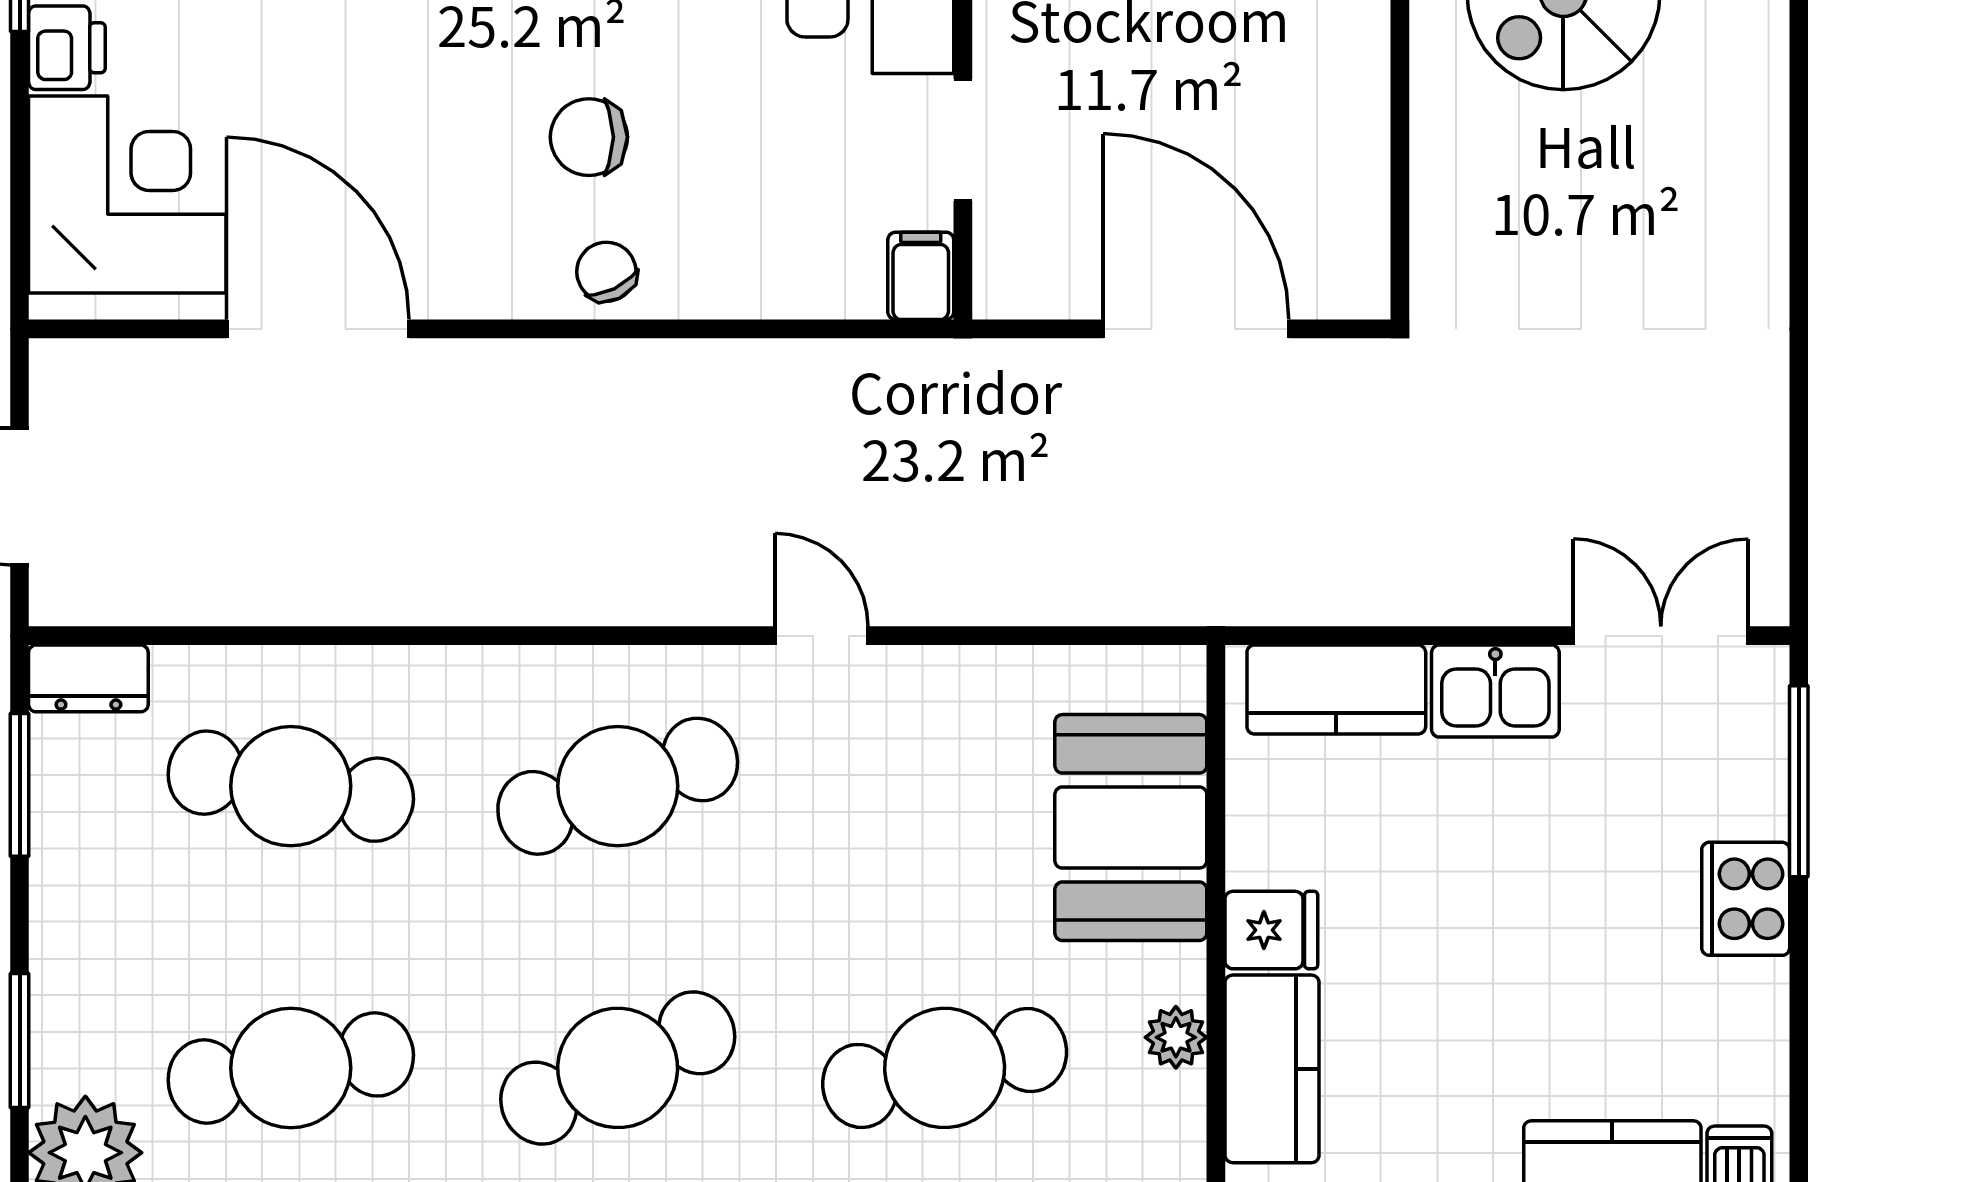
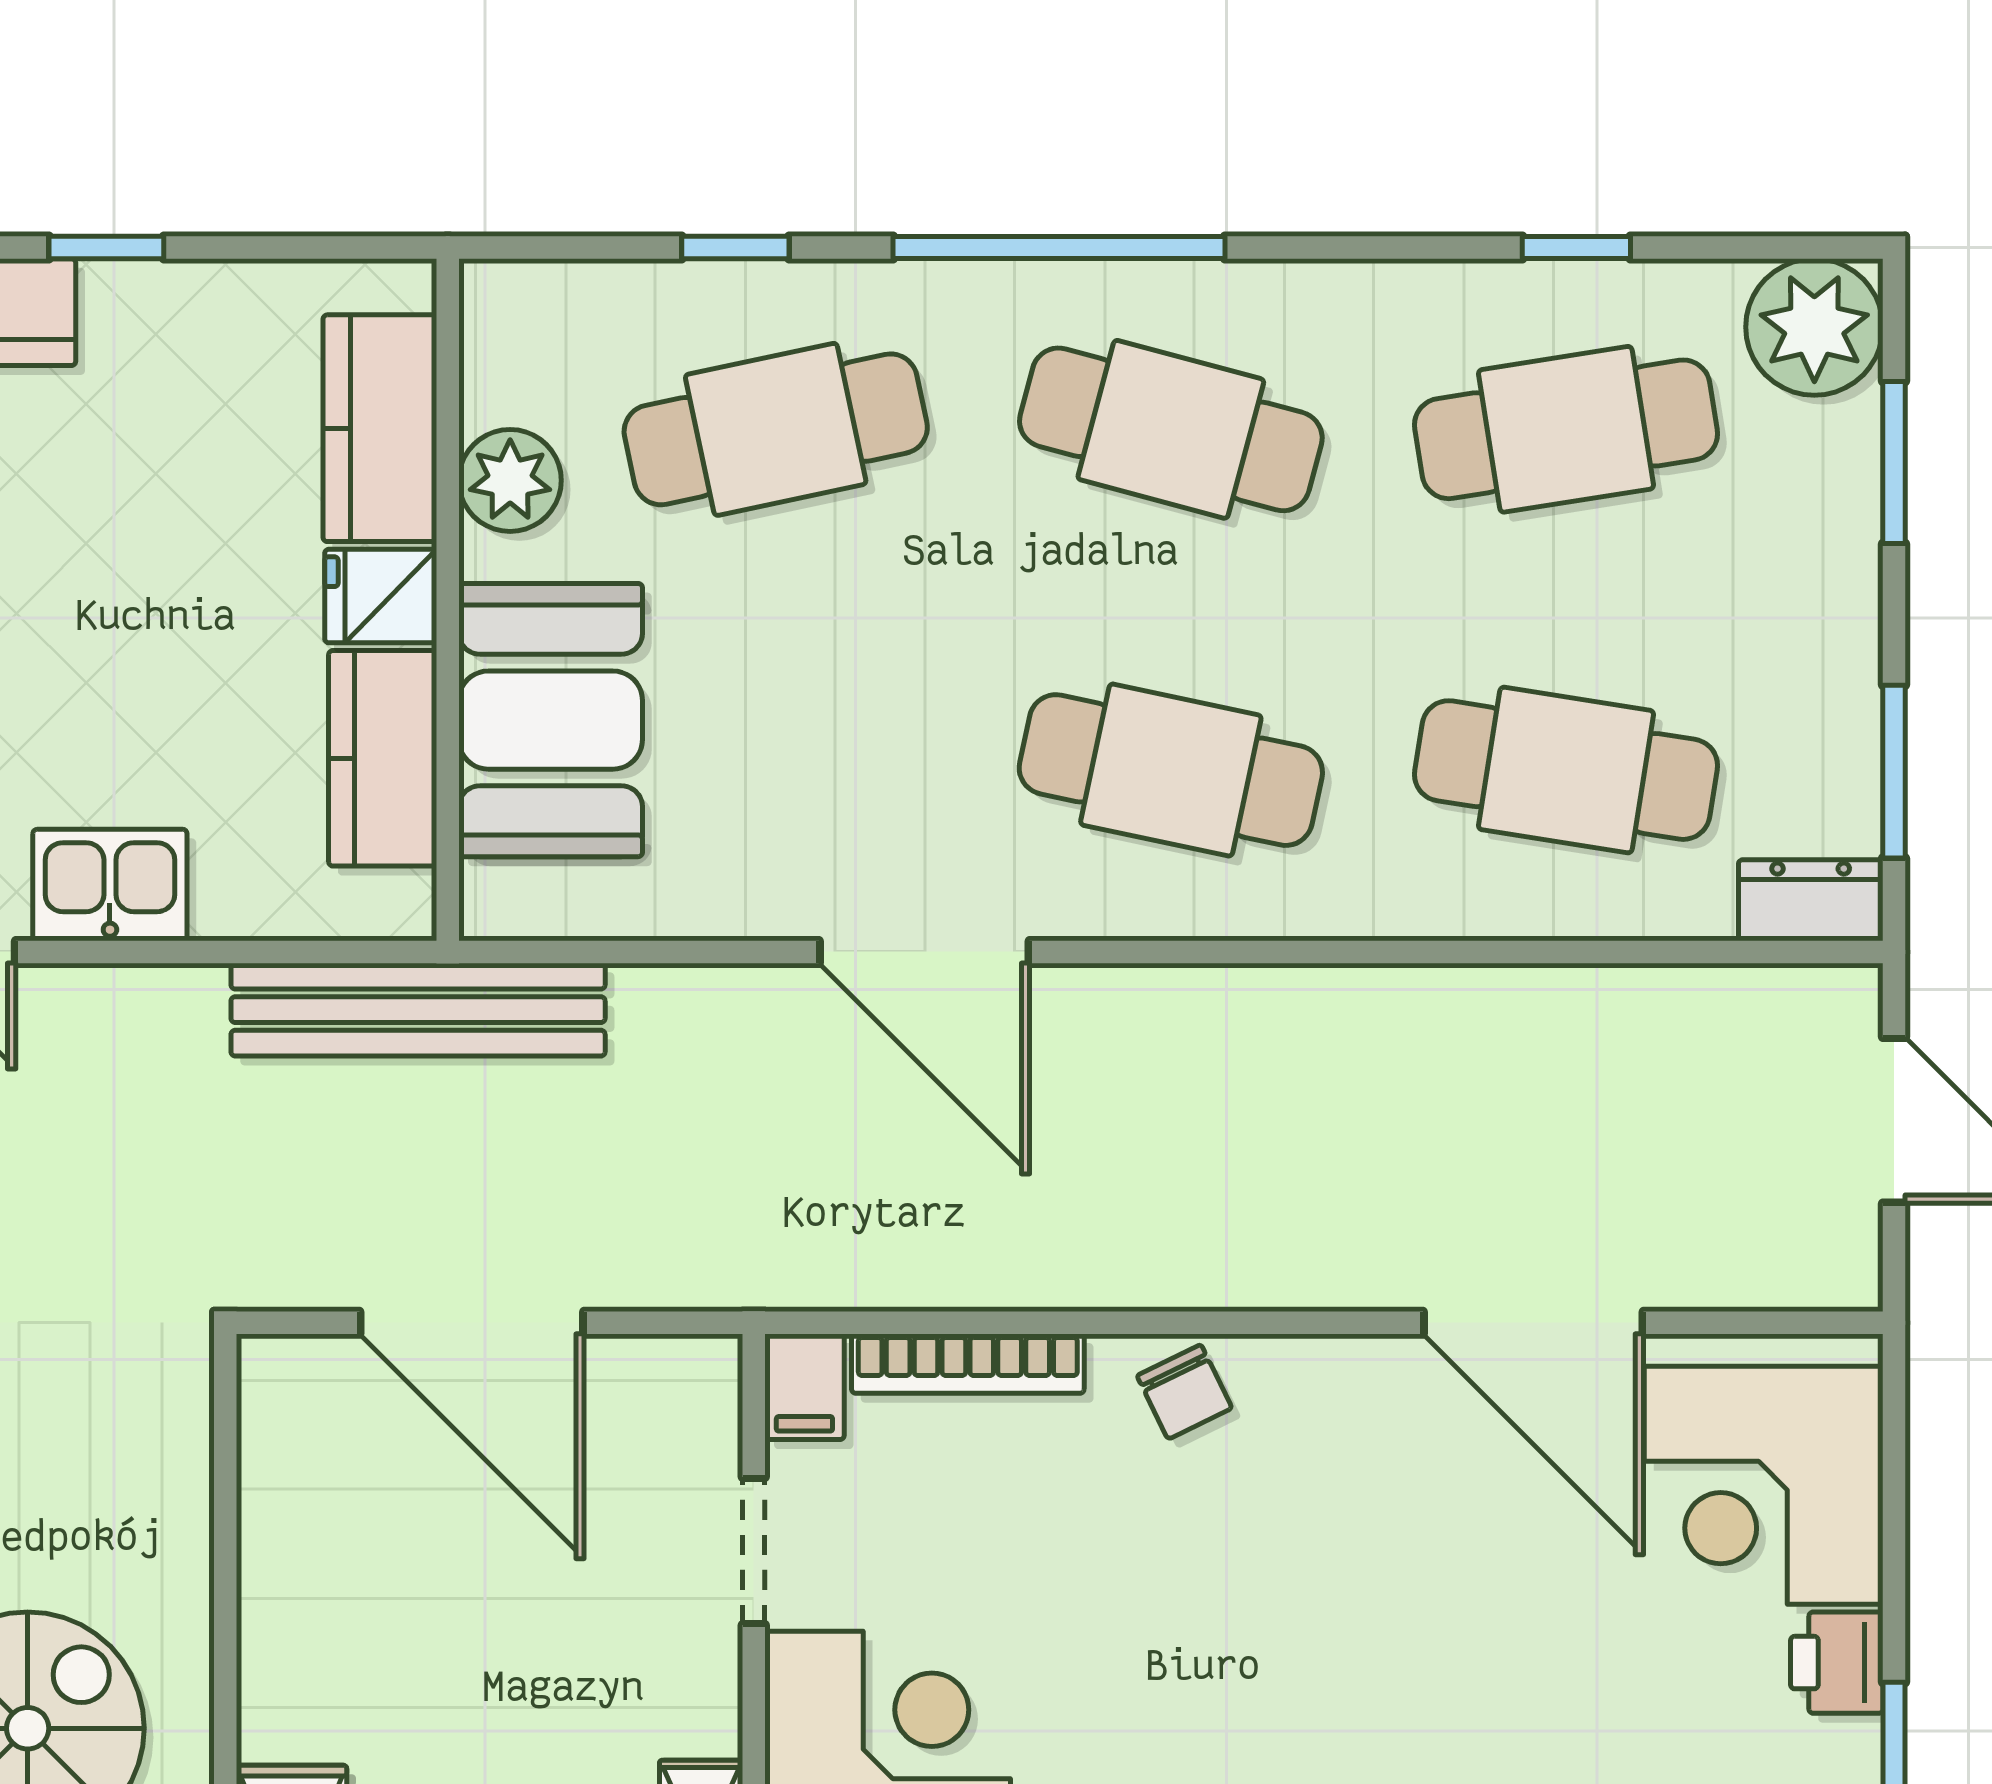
chair: (589, 137) -> (1206, 1555), removed
bookcase: (786, 295) -> (968, 1364), added
bench: (1240, 588) -> (418, 1010), added
door: (822, 636) -> (924, 952), width x1.87
kitchen counter: (1336, 689) -> (383, 758), moved, turned -90
cafe table: (618, 786) -> (1171, 770), turned 30
plant: (1176, 1037) -> (510, 480), width x1.38, depth x1.38
cafe table: (618, 1068) -> (1171, 429), turned 39

